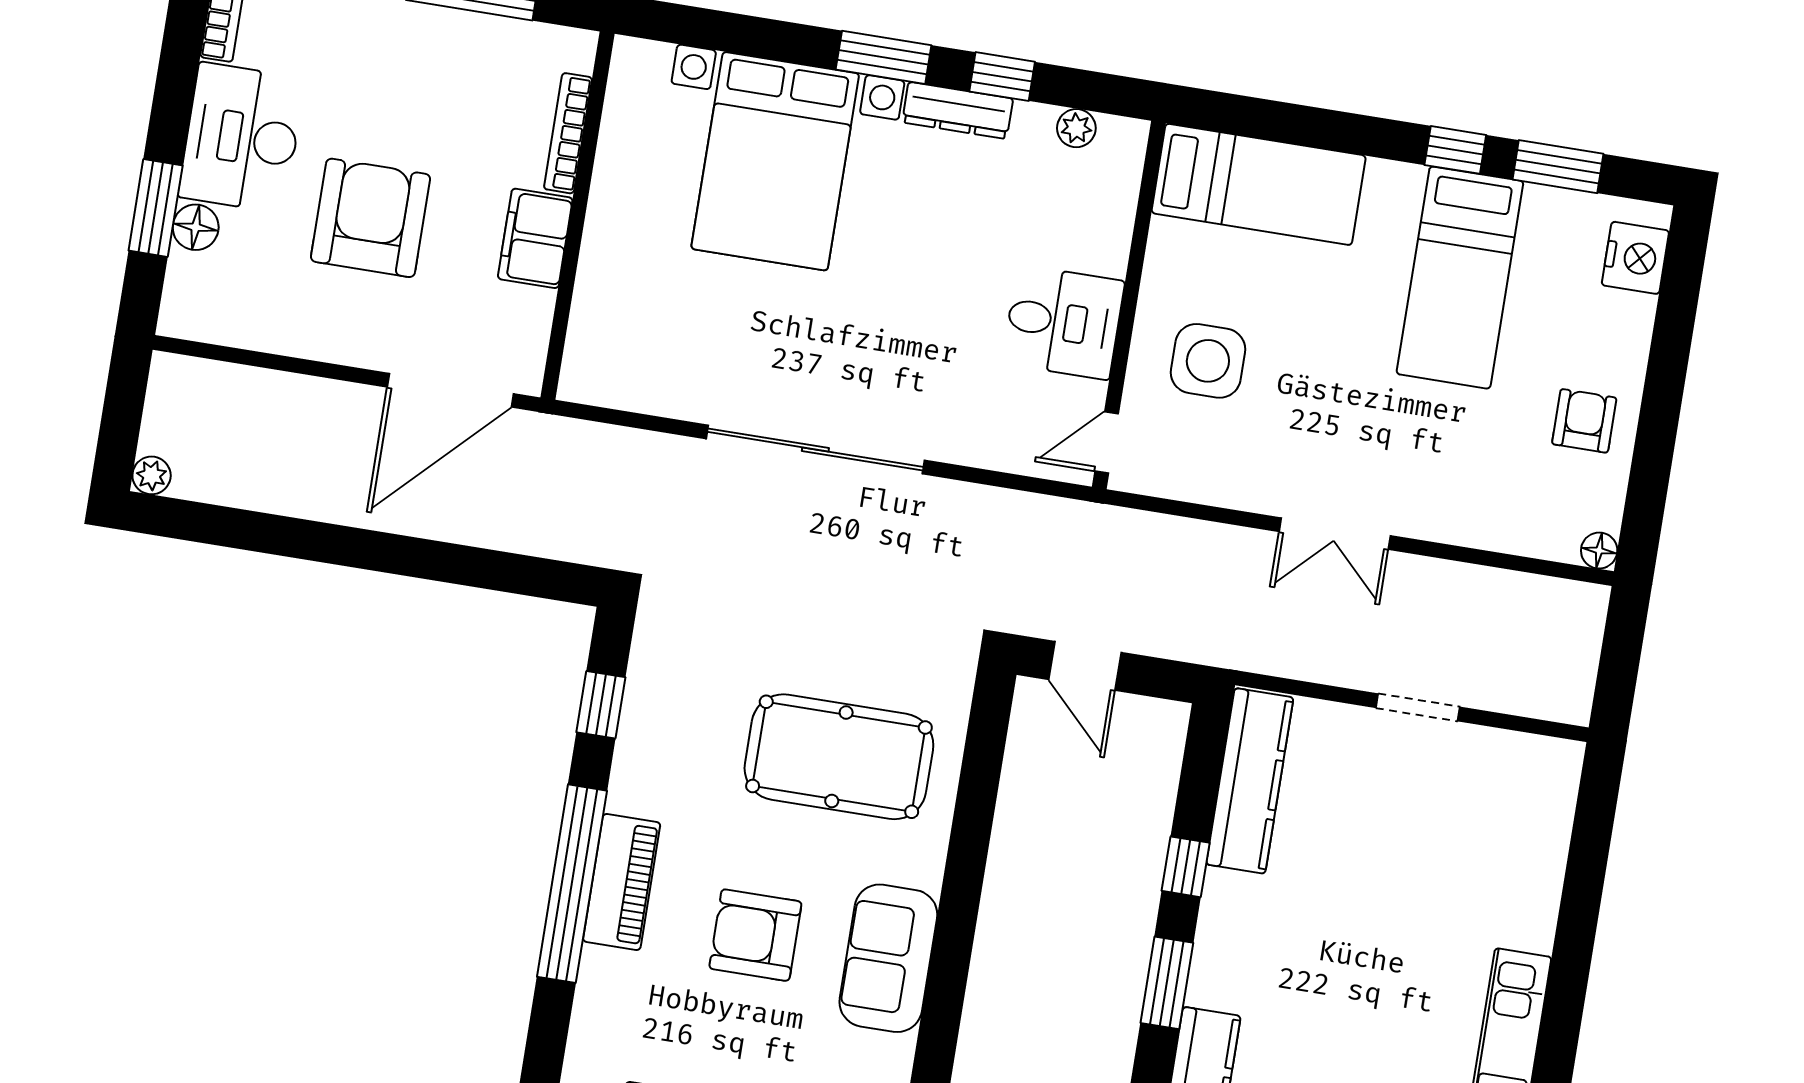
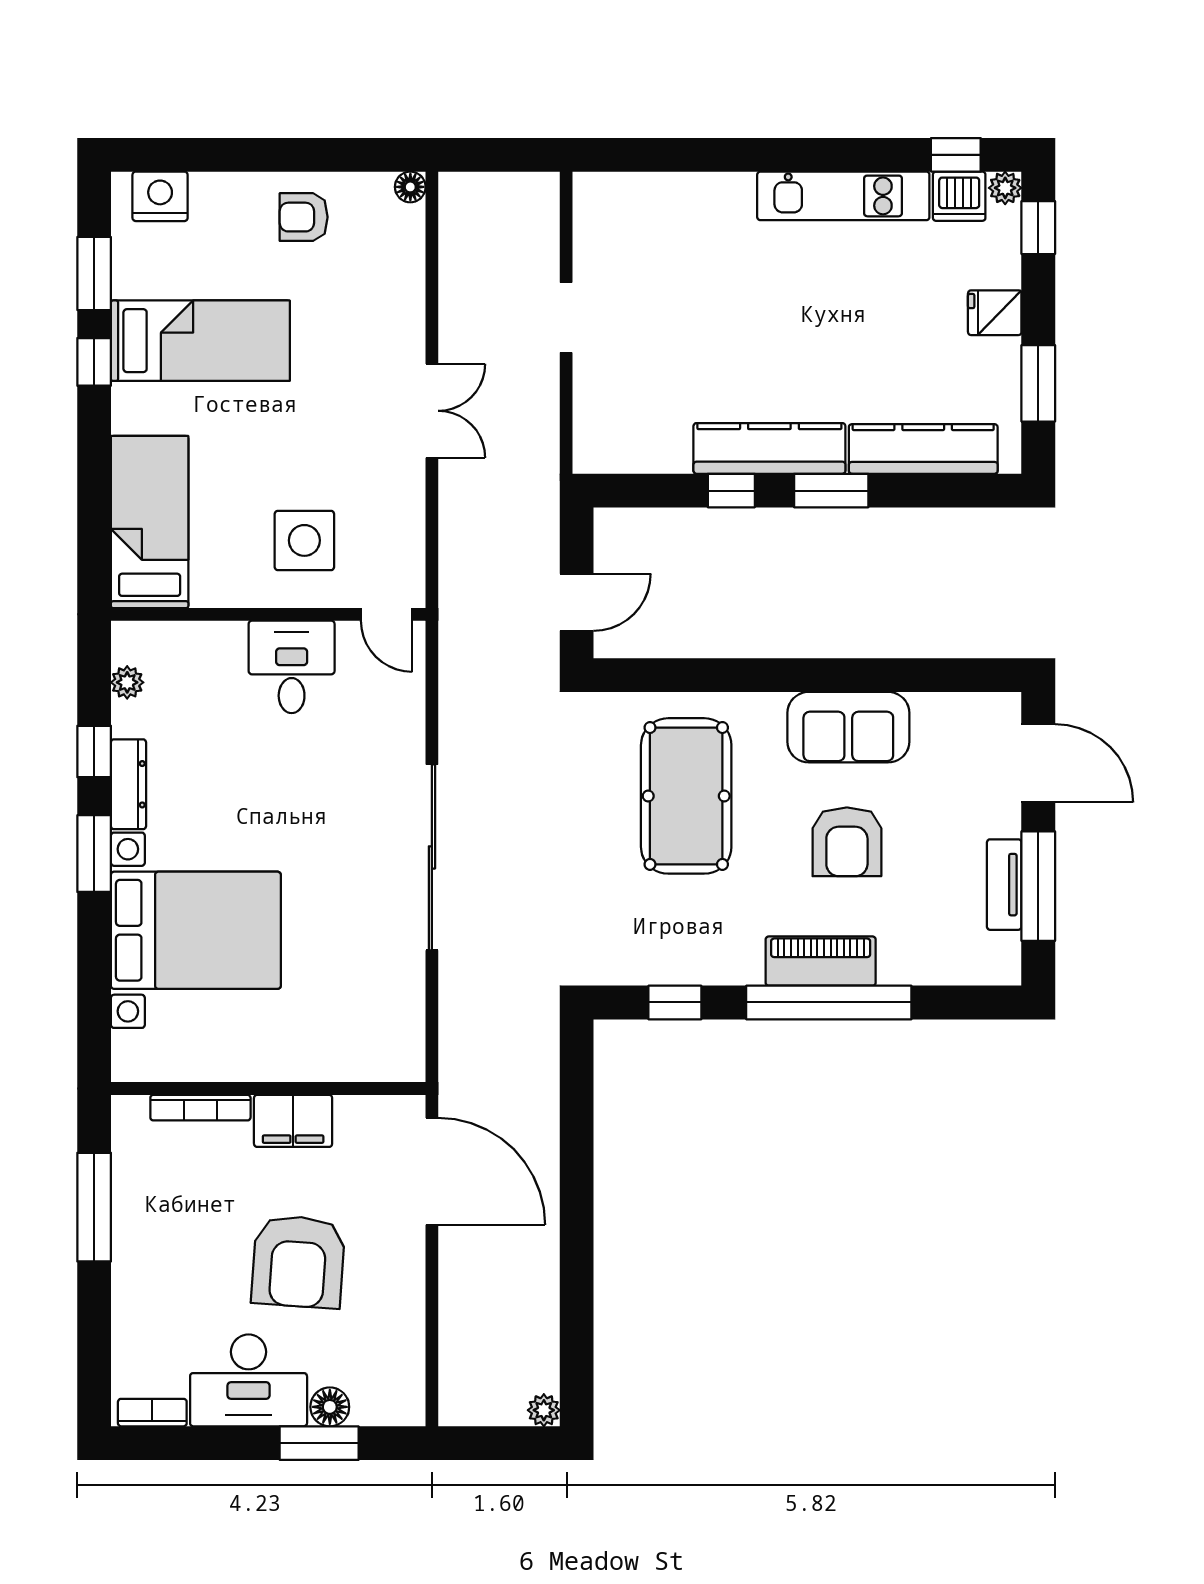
armchair: (371, 218) -> (298, 1262), turned -86
kitchen counter: (1250, 781) -> (769, 448), moved

